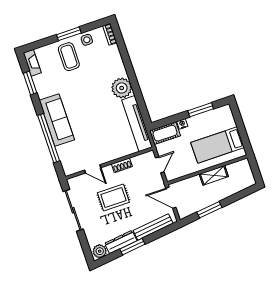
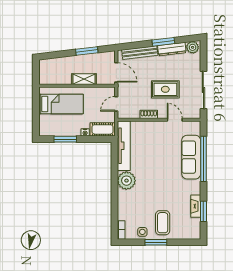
fireplace: (32, 63) -> (196, 206), moved
sofa: (57, 120) -> (191, 157), moved
shelving: (214, 175) -> (84, 79), moved

